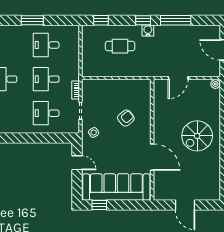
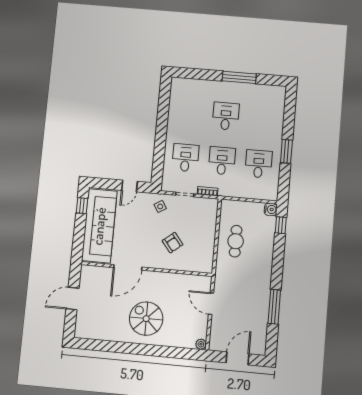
window: (143, 20) -> (277, 271), removed
water cooler: (148, 30) -> (271, 209), moved
cafe table: (120, 46) -> (236, 241), moved

